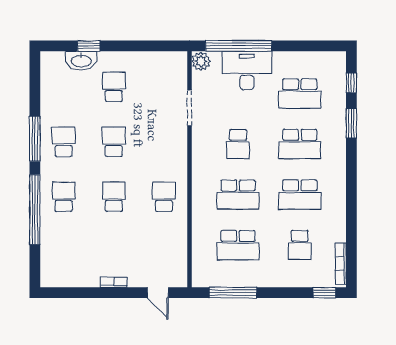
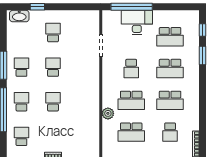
washbasin: (81, 61) -> (19, 16), moved
plant: (201, 61) -> (108, 113), moved
school desk: (164, 197) -> (21, 136), moved

